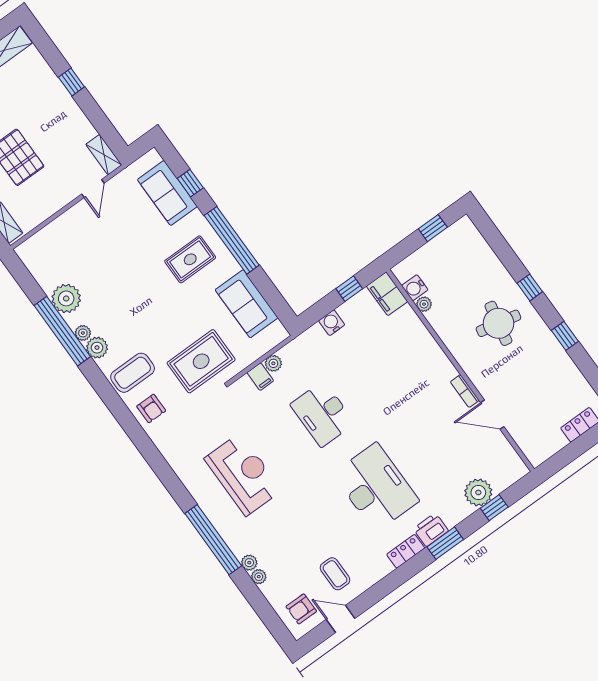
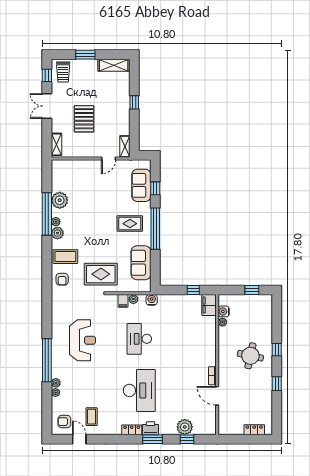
water cooler: (332, 323) -> (152, 300), moved

